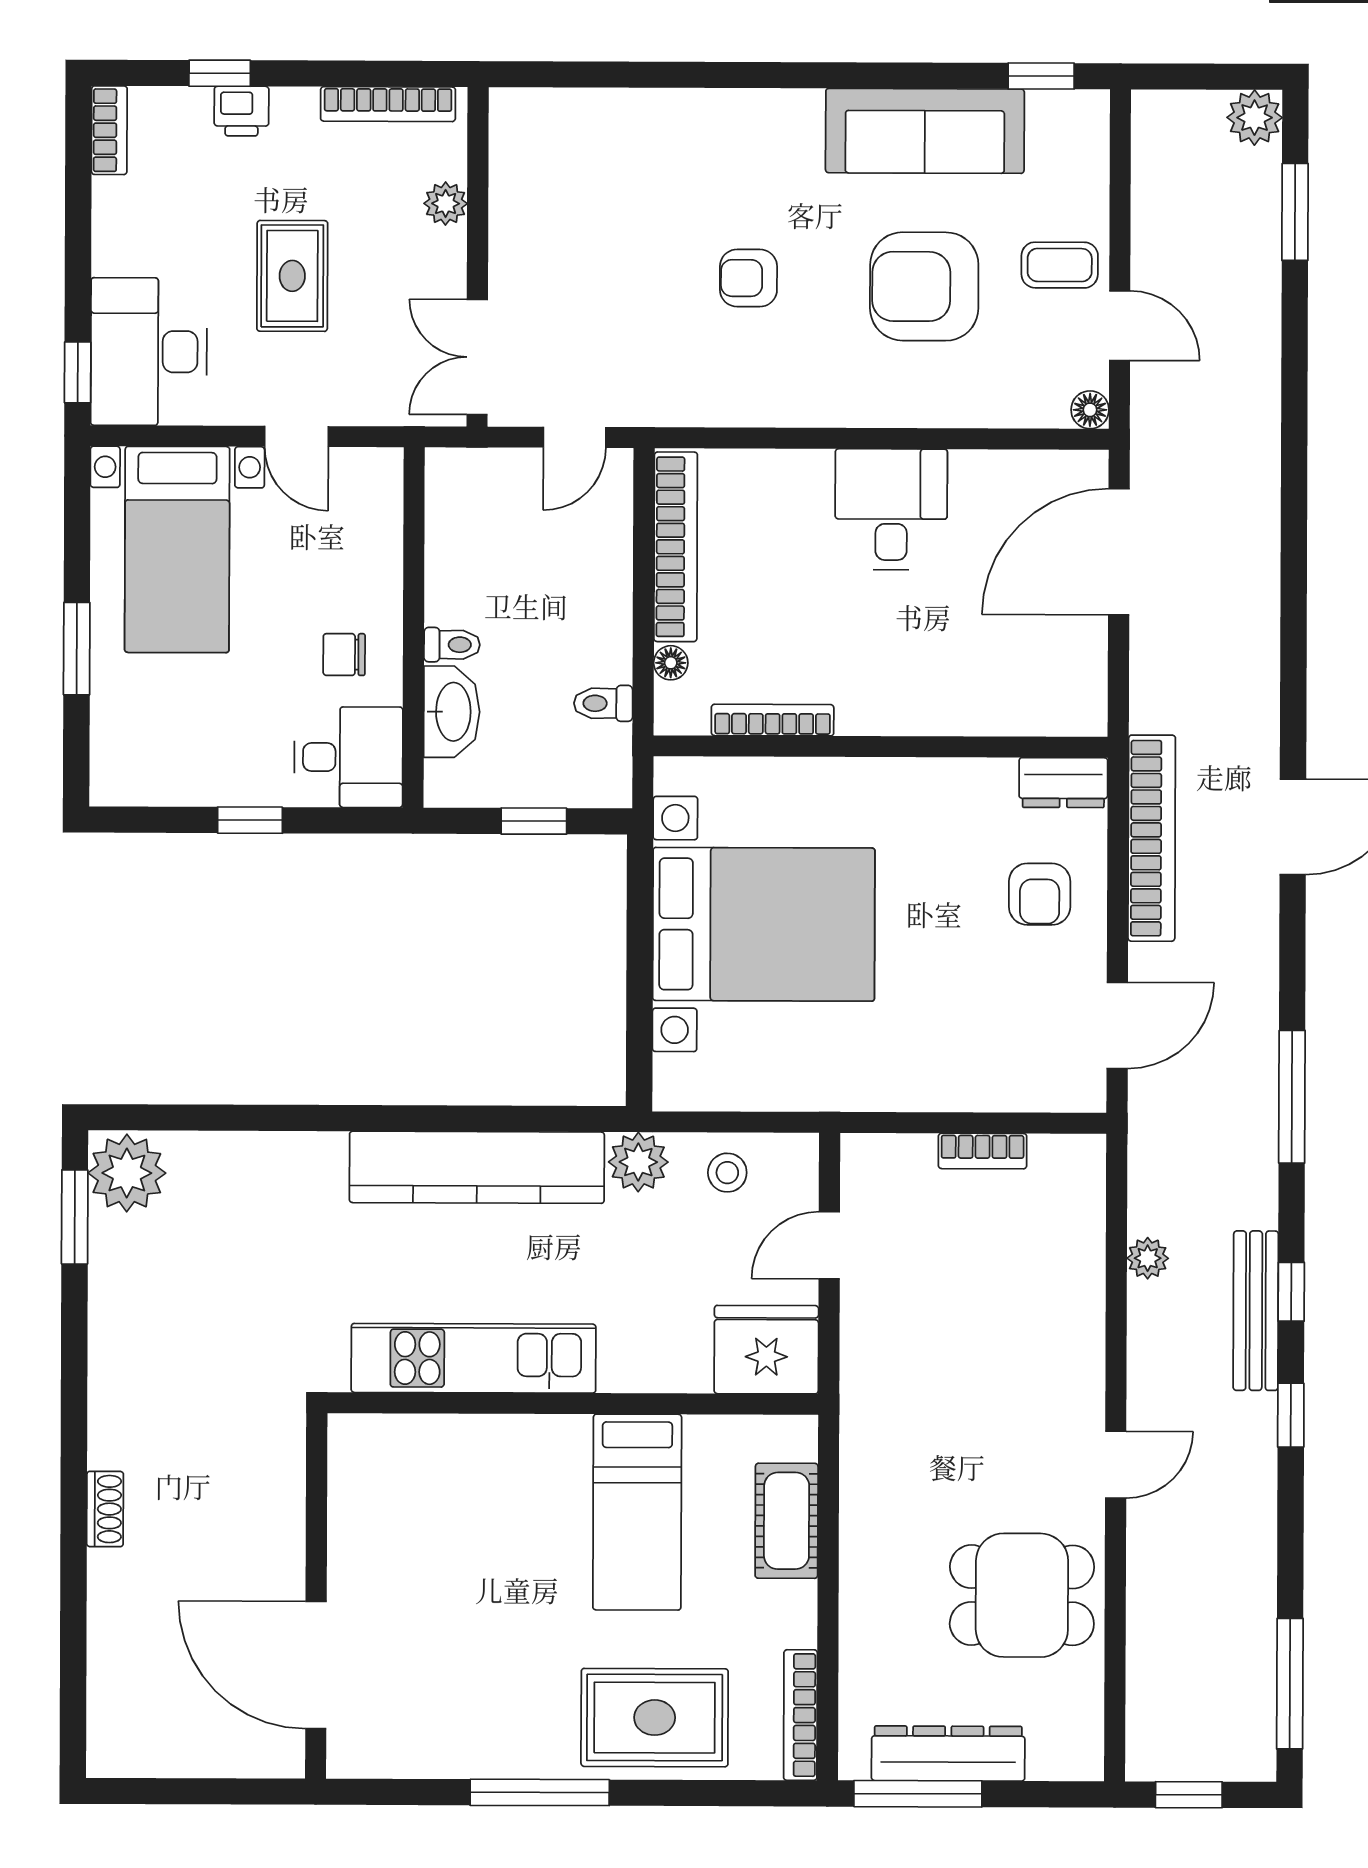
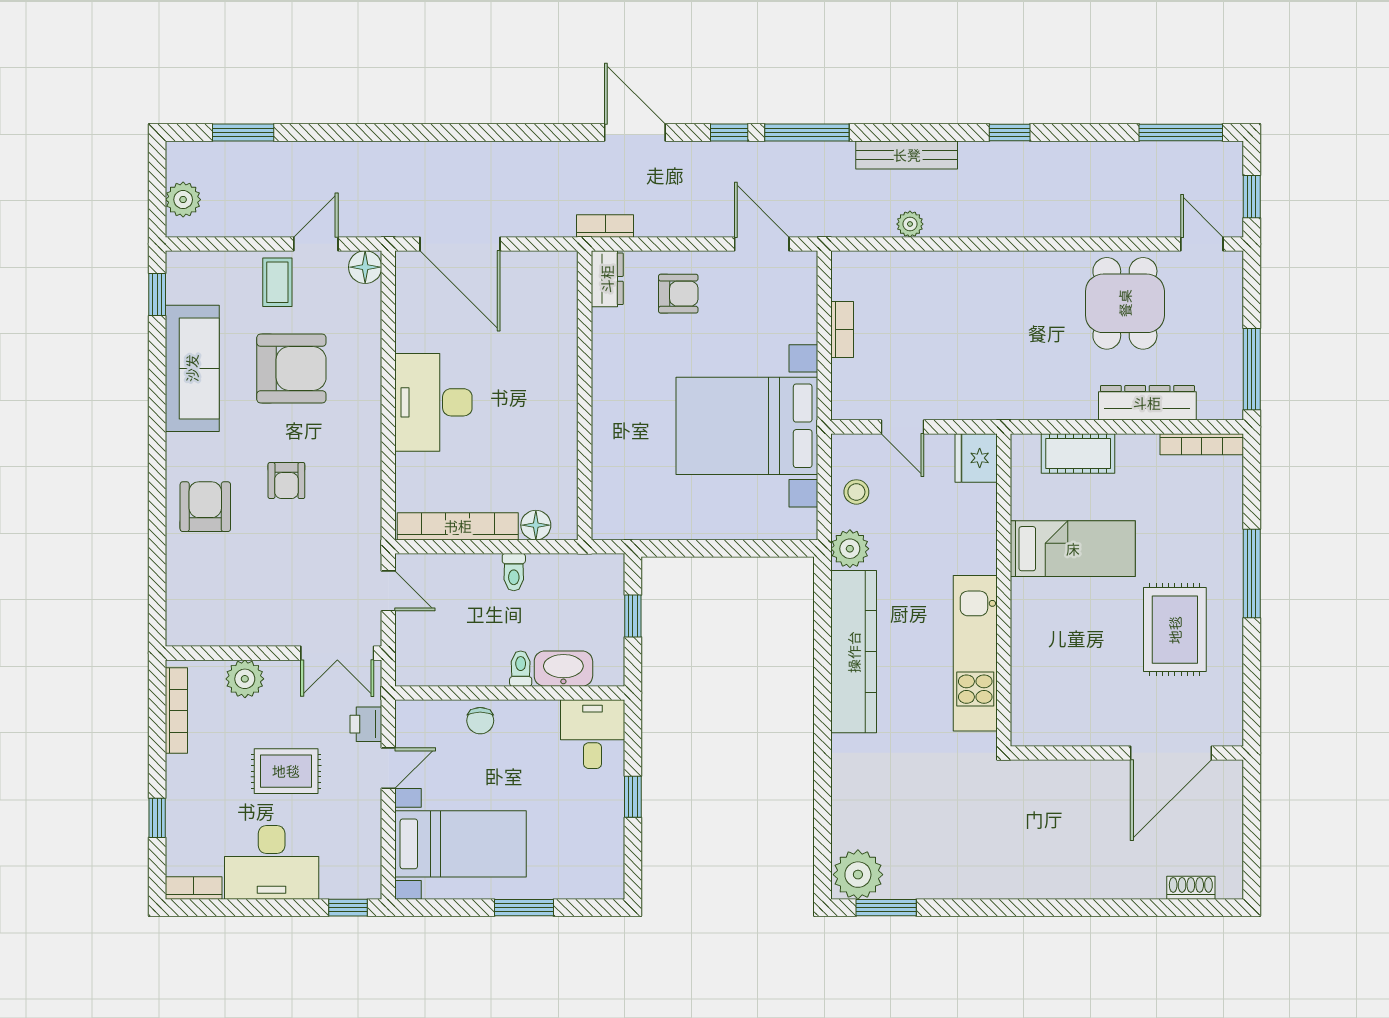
printer: (241, 111) -> (366, 724), moved, turned 180
plant: (1255, 118) -> (183, 200), moved
armchair: (708, 151) -> (205, 507), added
plant: (446, 203) -> (245, 679), width x1.38, depth x1.38
armchair: (924, 286) -> (291, 369), turned -90
desk: (149, 352) -> (272, 862), moved
floor lamp: (1090, 410) -> (365, 267), width x1.37, depth x1.37
desk: (891, 509) -> (433, 402), width x1.37
chair: (344, 655) -> (480, 721), moved
floor lamp: (671, 663) -> (536, 525), width x1.37, depth x1.37
toilet: (603, 703) -> (514, 572), moved
bookcase: (773, 720) -> (568, 464), removed
bookcase: (1152, 838) -> (605, 226), width x0.43, depth x0.76
bed with nightstands: (764, 924) -> (747, 426), moved, turned -90
window: (1291, 1292) -> (729, 132), moved
bench: (1256, 1311) -> (907, 155), moved
fridge: (766, 1350) -> (976, 458), width x0.73, depth x0.75
door: (1116, 1465) -> (1202, 244), moved
shoe rack: (105, 1509) -> (1191, 888), moved
rug: (655, 1718) -> (1175, 630), moved
dresser: (948, 1753) -> (1147, 403), moved, turned 90
window: (540, 1792) -> (1252, 573), moved

